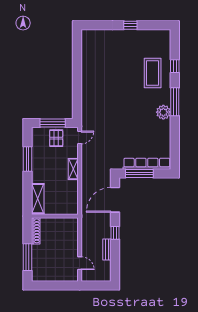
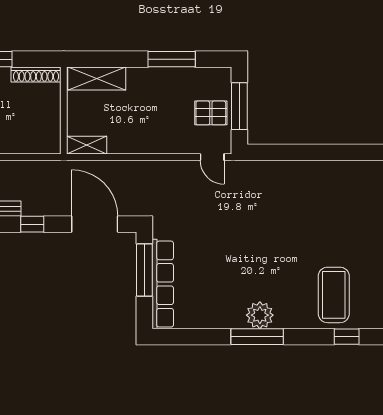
coffee table: (153, 73) -> (334, 295), turned 90
window: (175, 102) -> (257, 337), moved
shelving: (73, 169) -> (87, 145), moved

